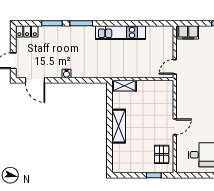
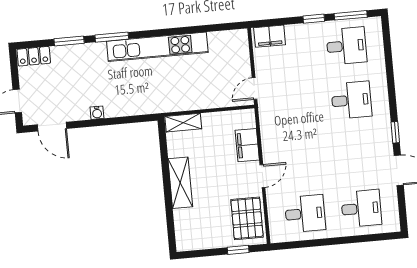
kitchen unit: (121, 33) -> (157, 47), width x1.36
filing cabinet: (166, 105) -> (247, 145), added
pallet: (162, 154) -> (247, 218), width x1.50, depth x1.42

